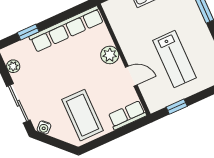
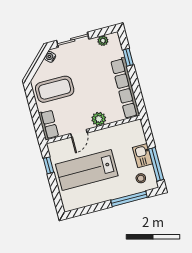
lab bench: (174, 59) -> (87, 170), width x1.36, depth x1.39

